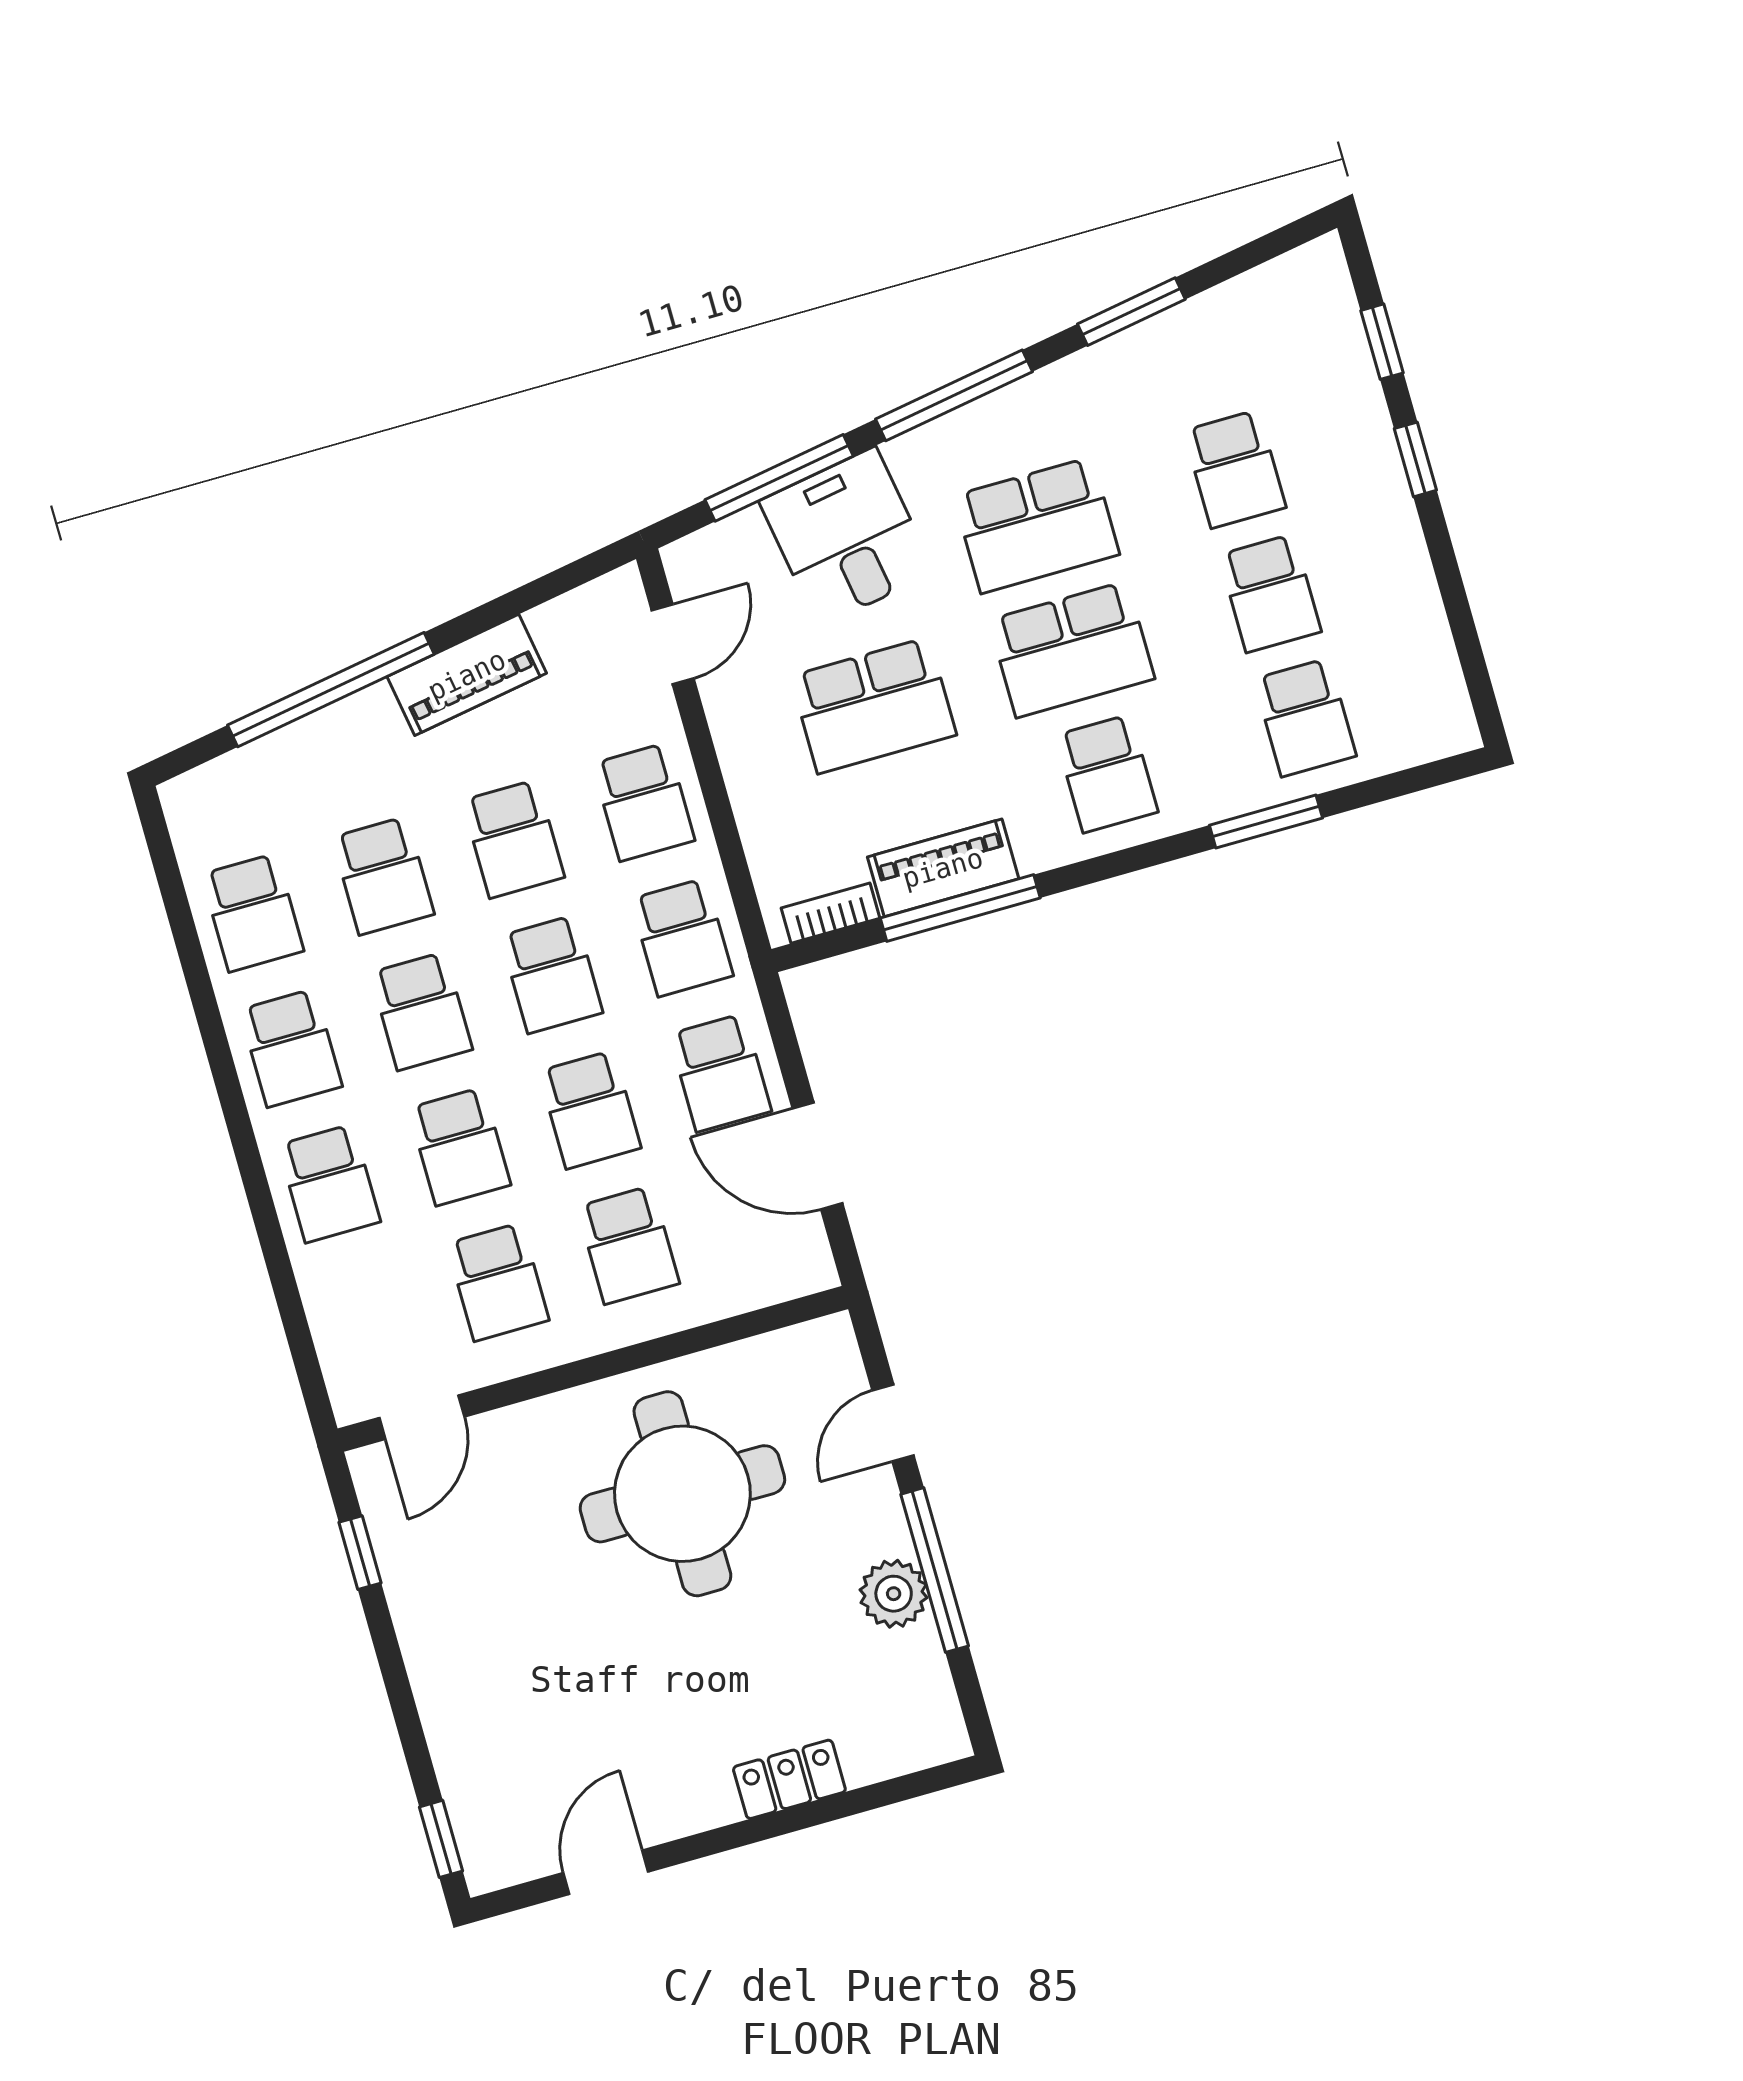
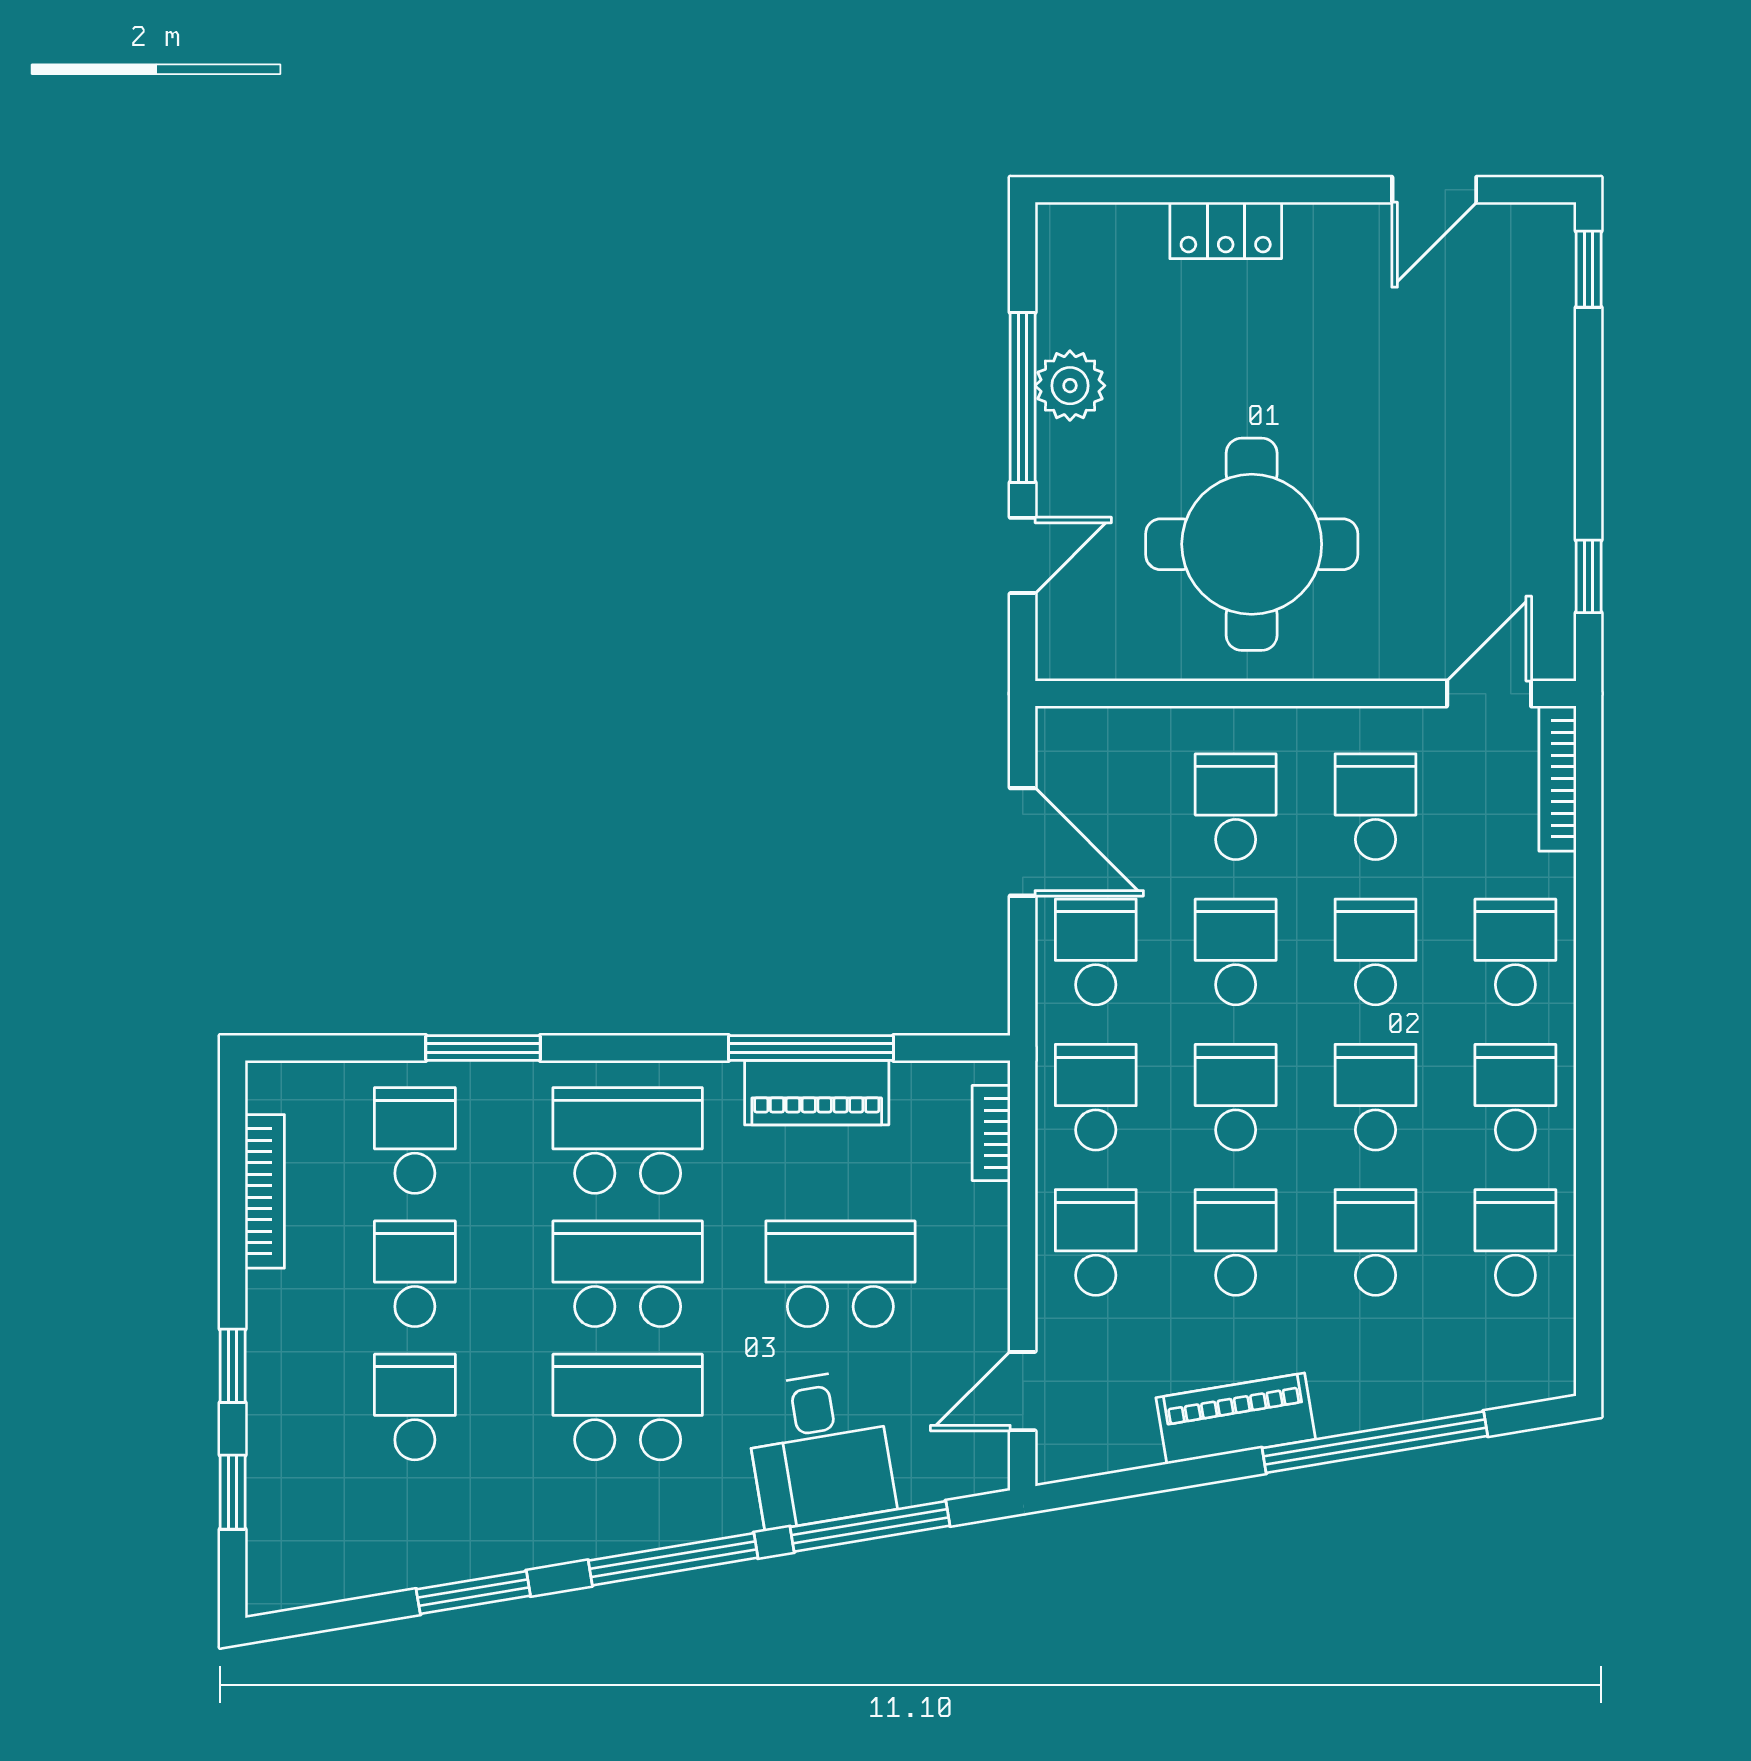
bookcase: (1431, 630) -> (265, 1191), added
school desk: (1107, 774) -> (628, 1140), width x1.85
bookcase: (831, 913) -> (991, 1133), moved, turned 90
bookcase: (336, 1356) -> (1558, 779), added

